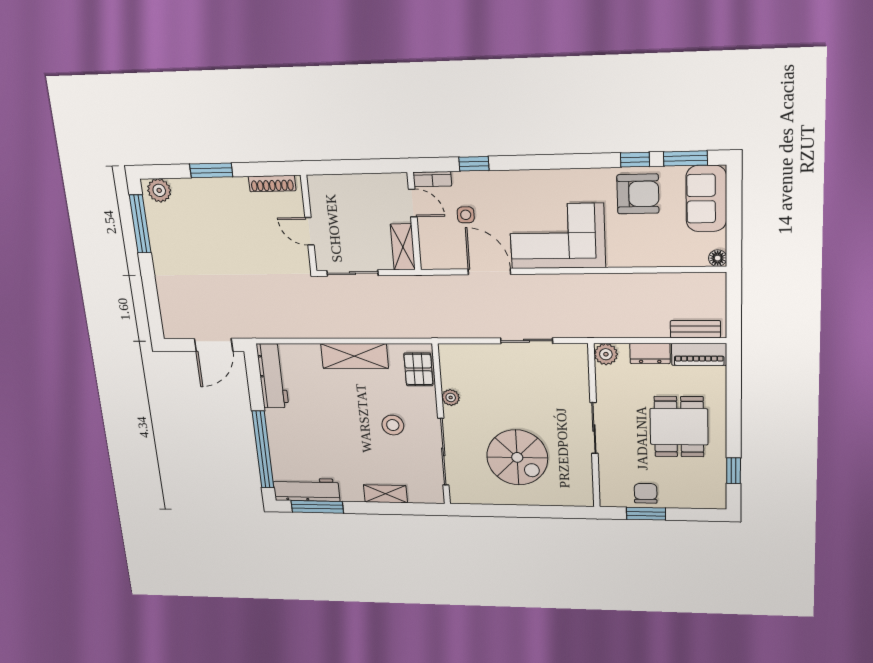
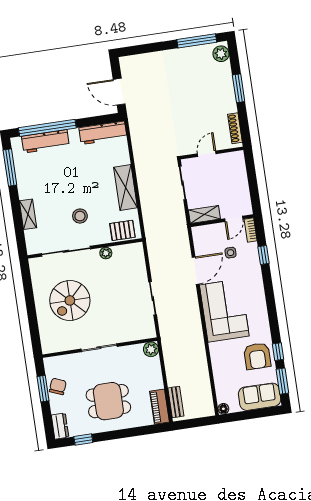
dresser: (650, 353) -> (60, 426), moved, turned 180
workbench: (306, 490) -> (45, 141), moved, turned 90
chair: (646, 493) -> (58, 386), turned -68

